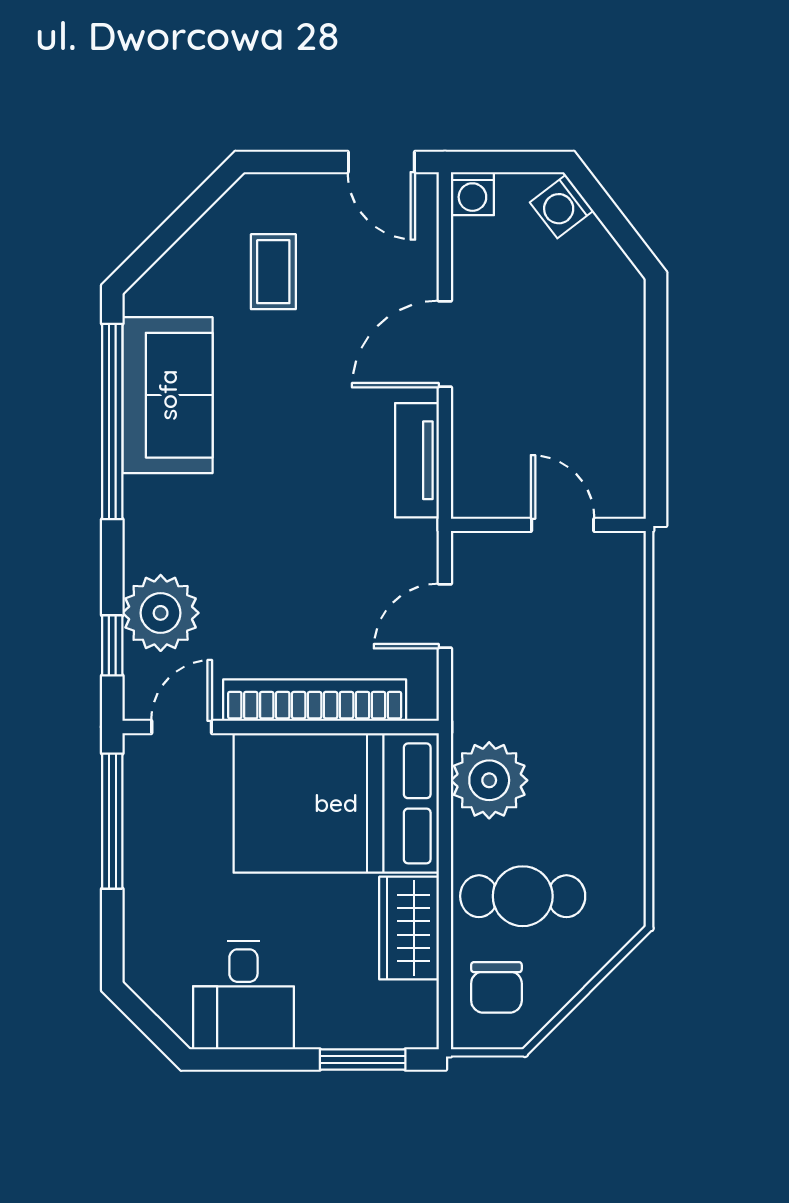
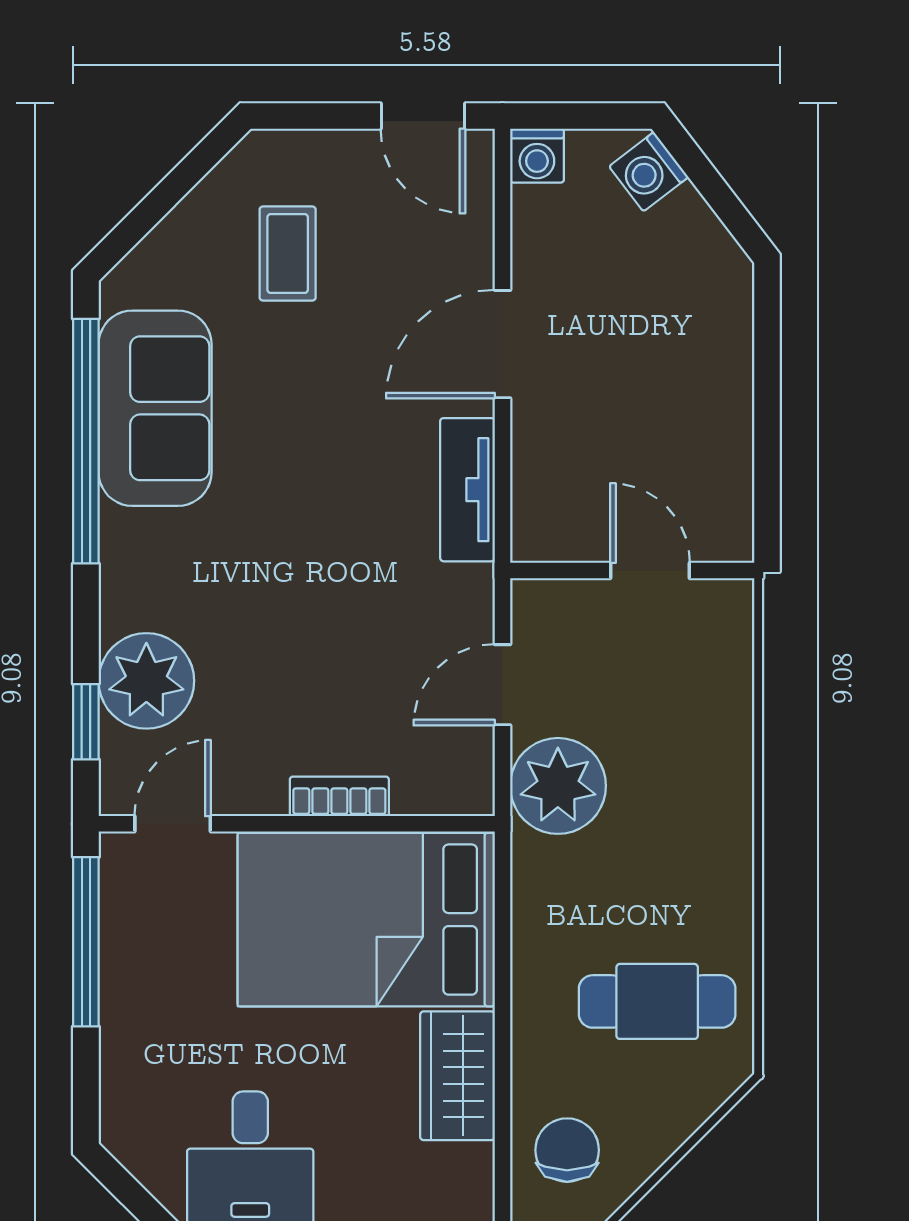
bookcase: (315, 700) -> (339, 796), width x0.43, depth x0.76
plant: (489, 780) -> (558, 786), moved
cafe table: (523, 896) -> (657, 1001), moved
chair: (496, 987) -> (567, 1150), turned 180

